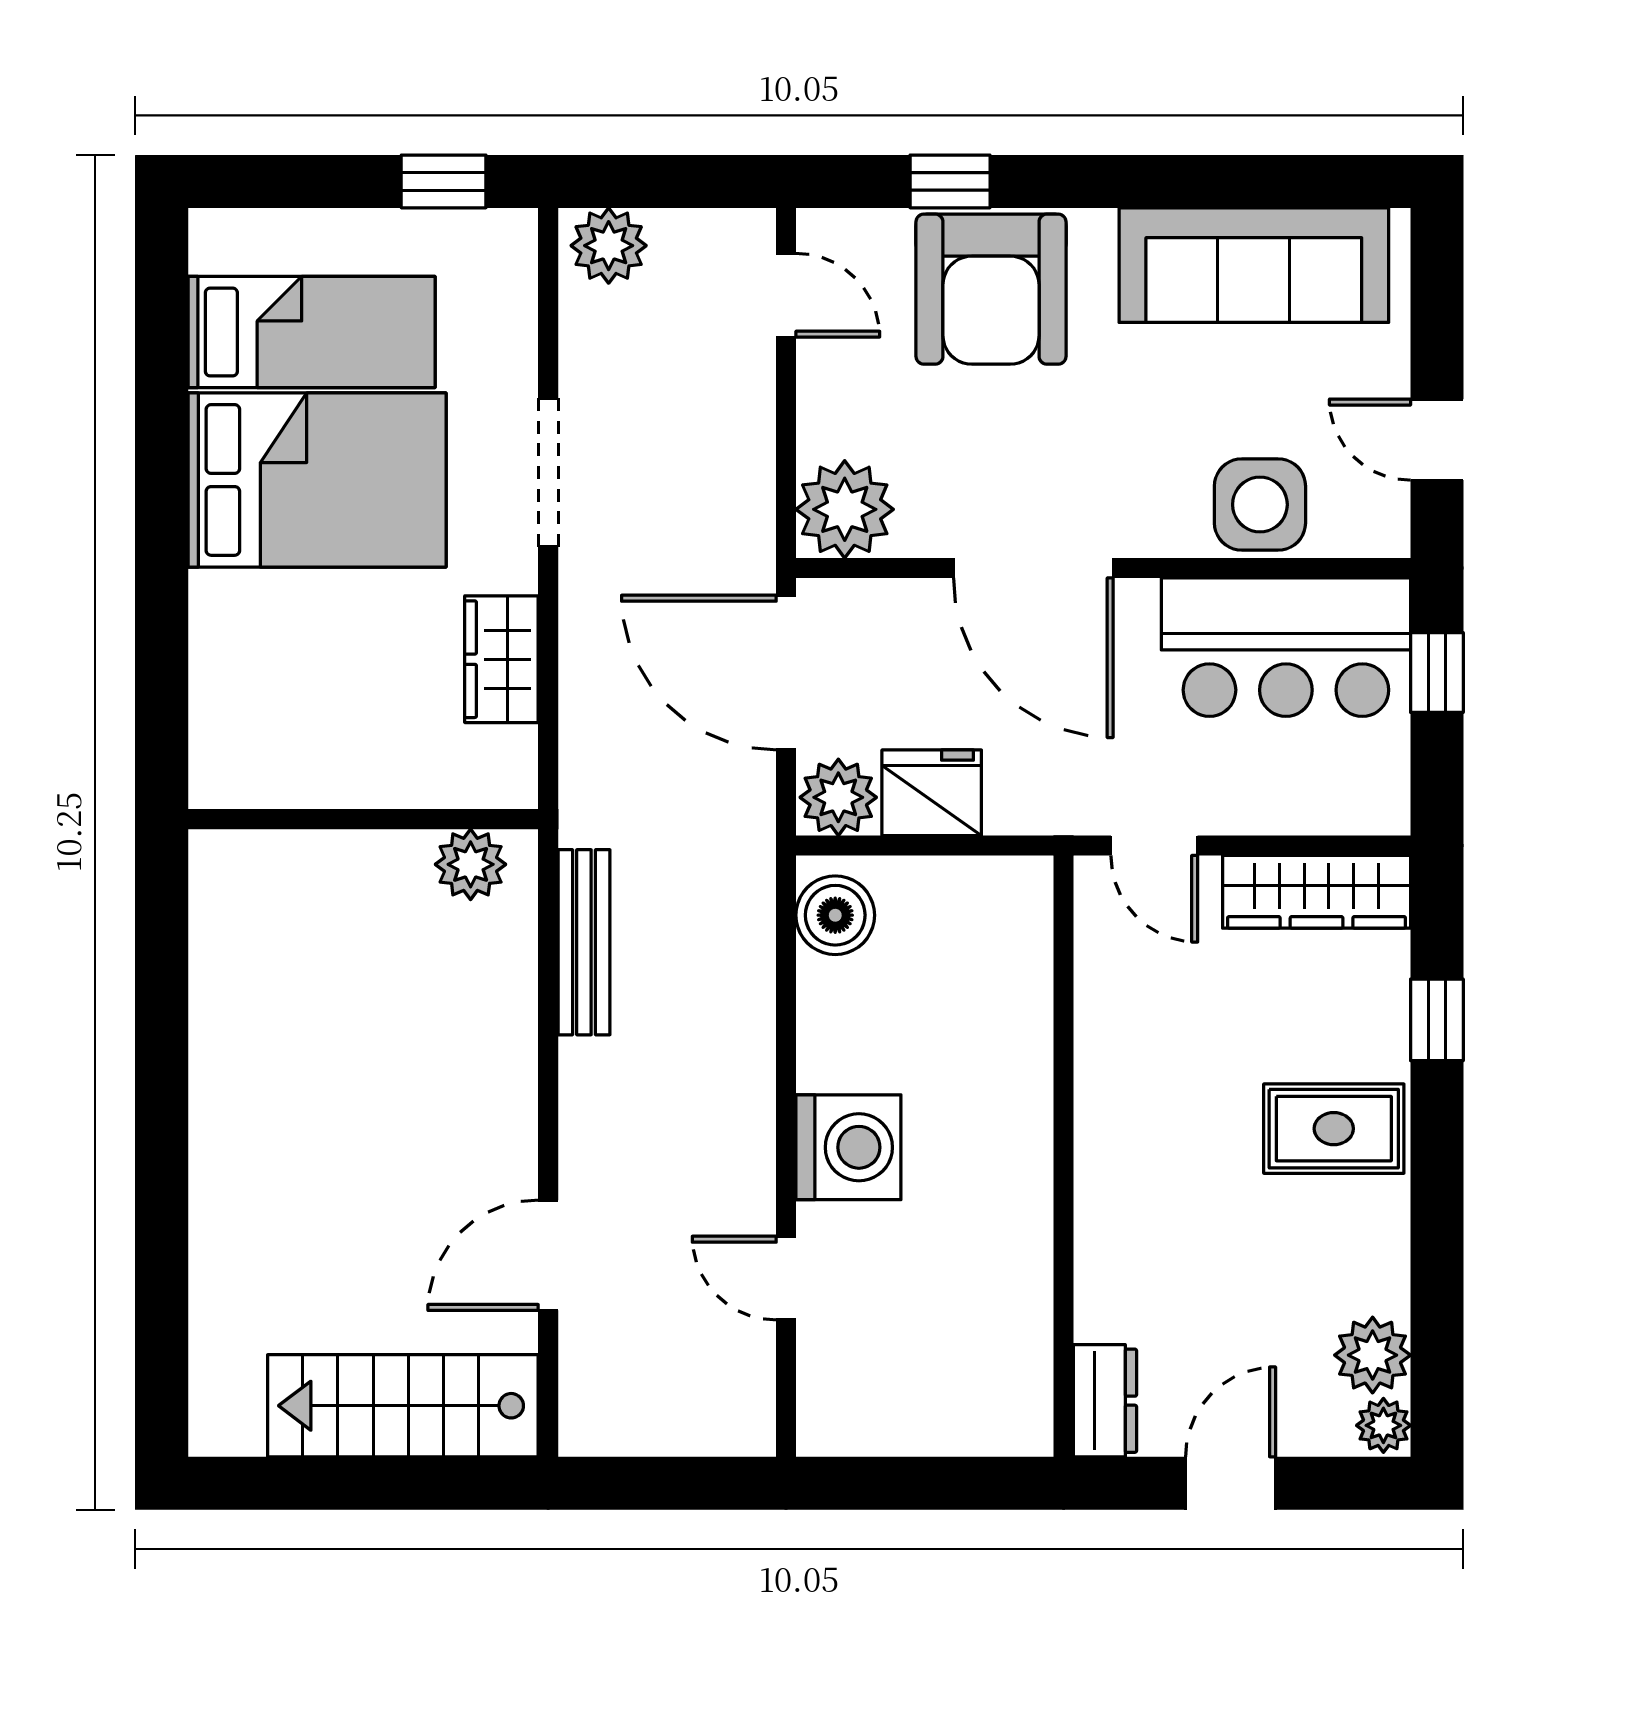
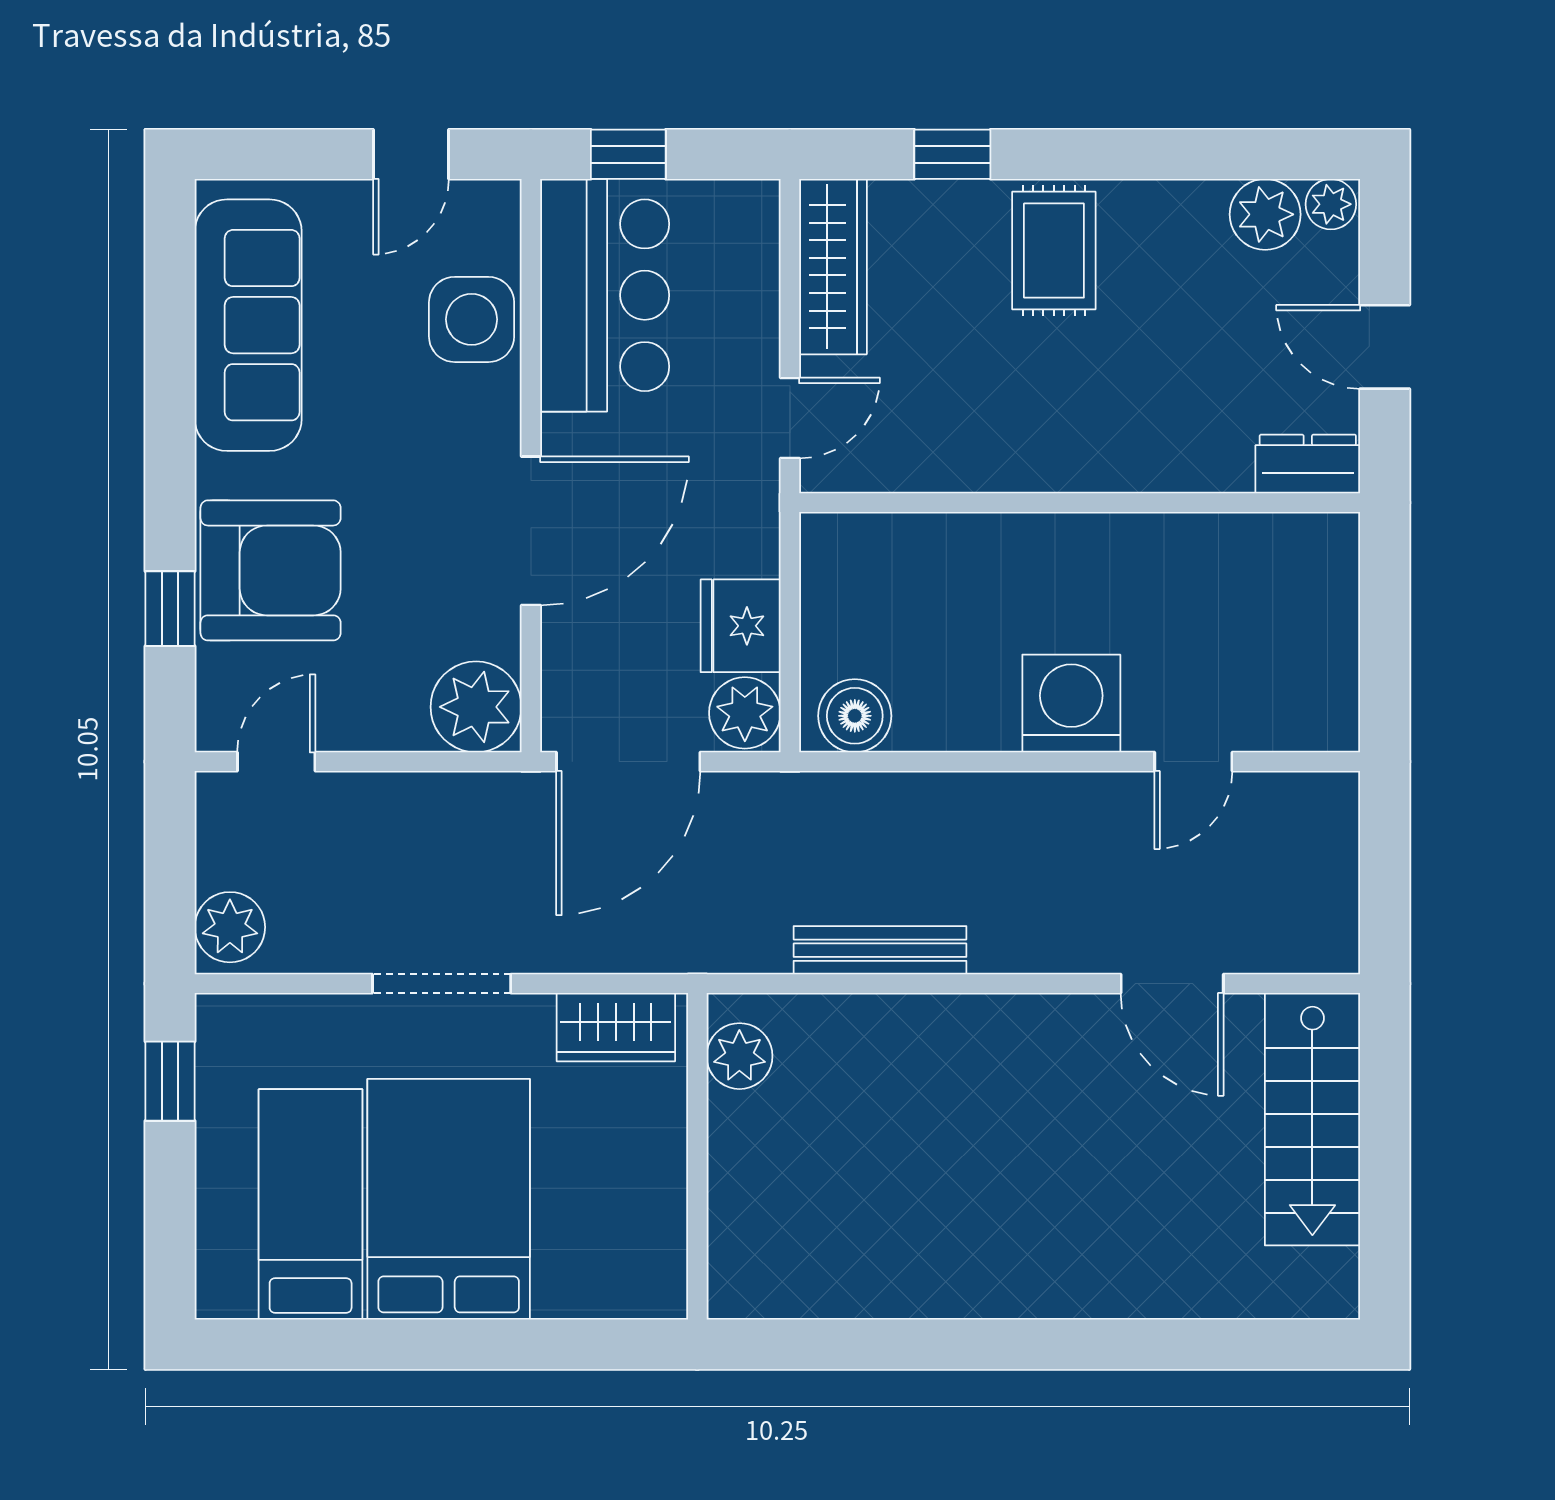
wall: (363, 819) -> (697, 1156), moved
plant: (471, 864) -> (739, 1056), moved

